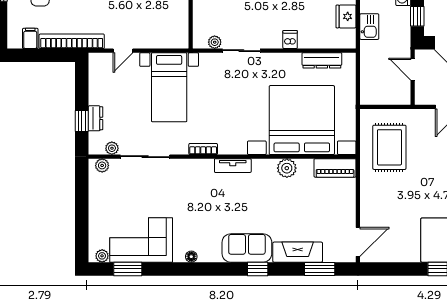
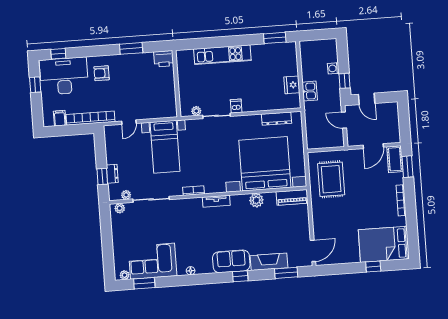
dishwasher: (290, 40) -> (236, 106), moved

